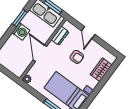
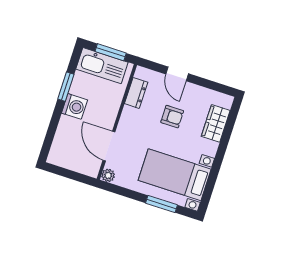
door: (40, 53) -> (109, 146), moved

